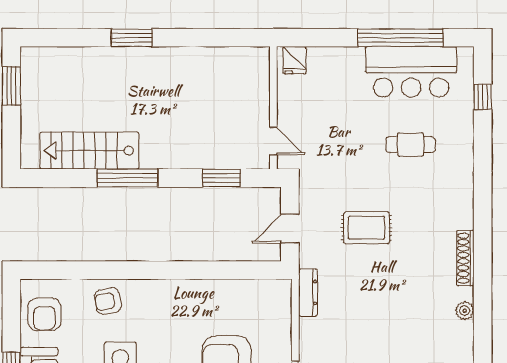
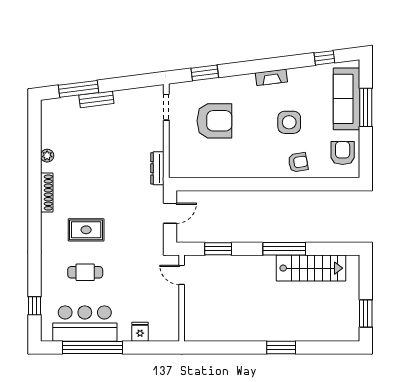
fridge: (295, 60) -> (140, 332), moved
rug: (367, 228) -> (86, 230), moved

